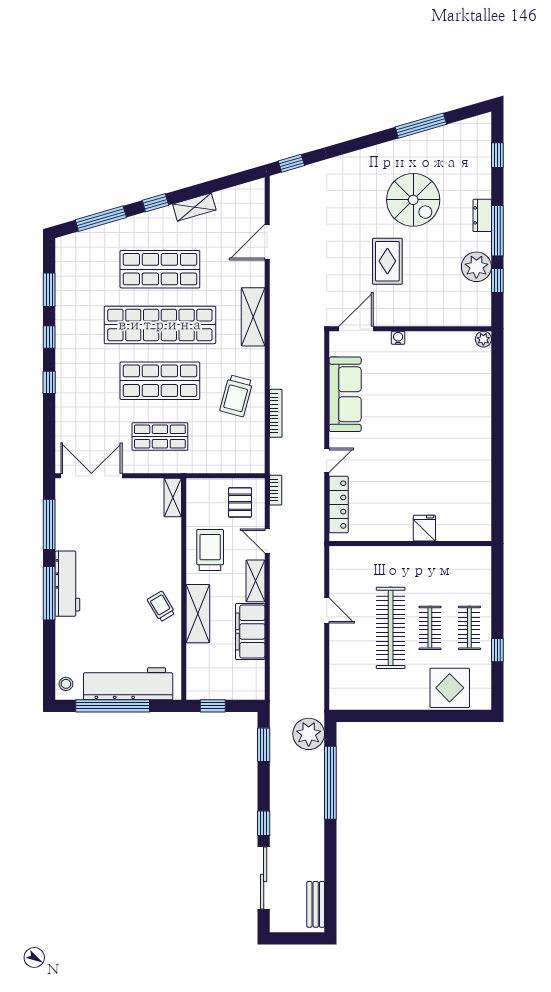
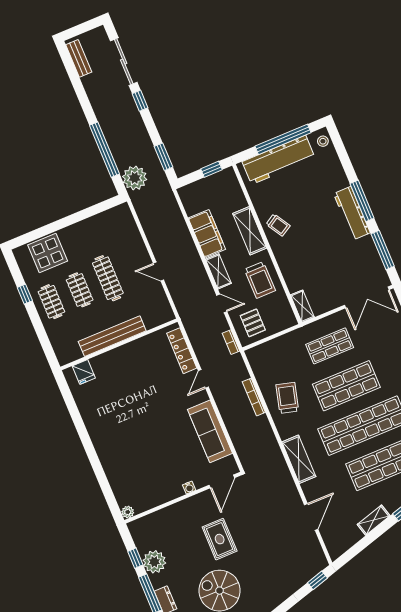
fridge: (424, 528) -> (84, 372), moved
bench: (414, 557) -> (112, 336), added
clothes rail: (391, 628) -> (108, 278), width x0.73, depth x0.76

